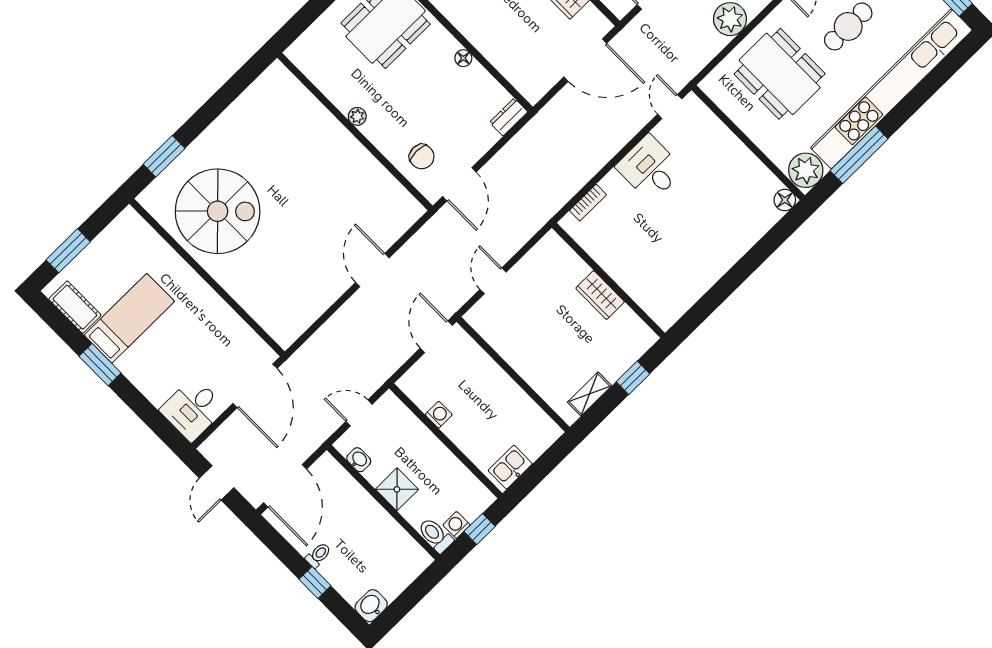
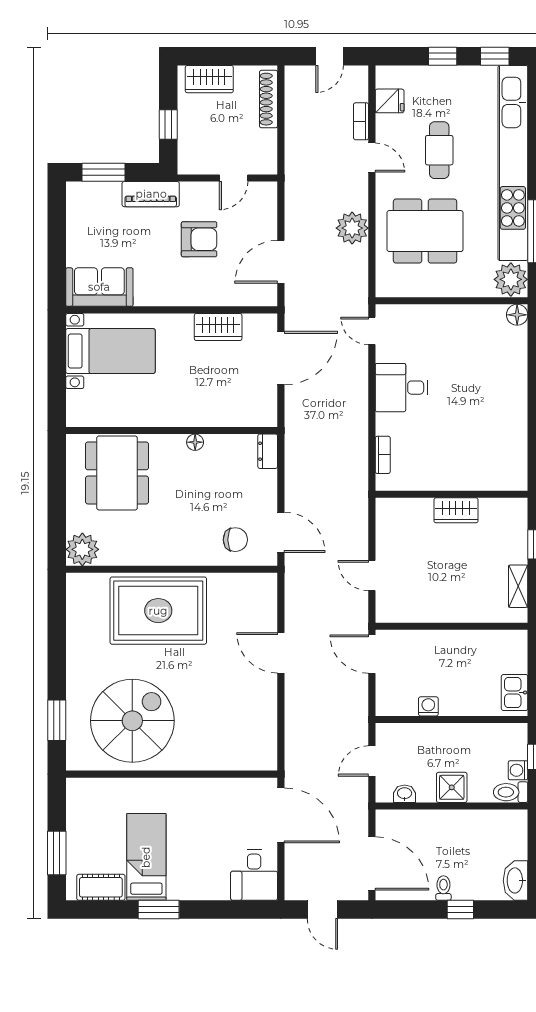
plant: (357, 116) -> (82, 549), moved, width x1.88, depth x1.88
rug: (316, 151) -> (158, 611), added
washbasin: (371, 606) -> (516, 880), width x1.38

